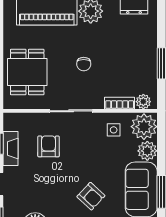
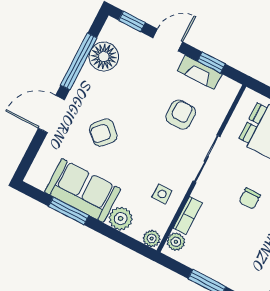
chair: (84, 64) -> (250, 199), turned -90
plant: (144, 127) -> (152, 238), width x0.53, depth x0.53
armchair: (49, 146) -> (181, 115), turned -90

